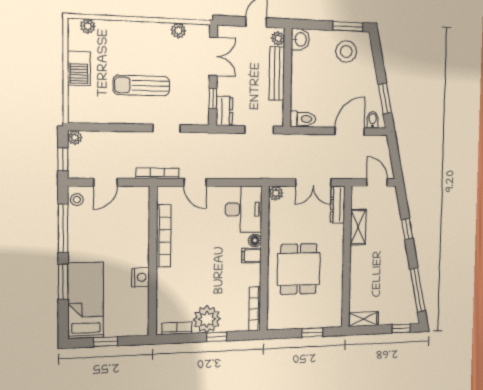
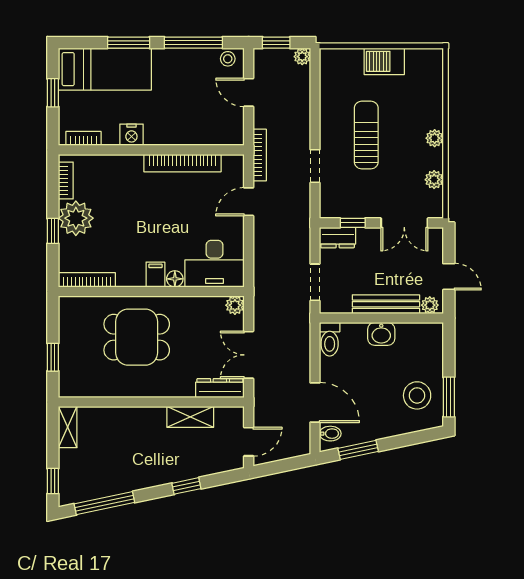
plant: (88, 26) -> (435, 138), moved
washbasin: (300, 39) -> (381, 334), moved
bookcase: (143, 316) -> (83, 138), added

